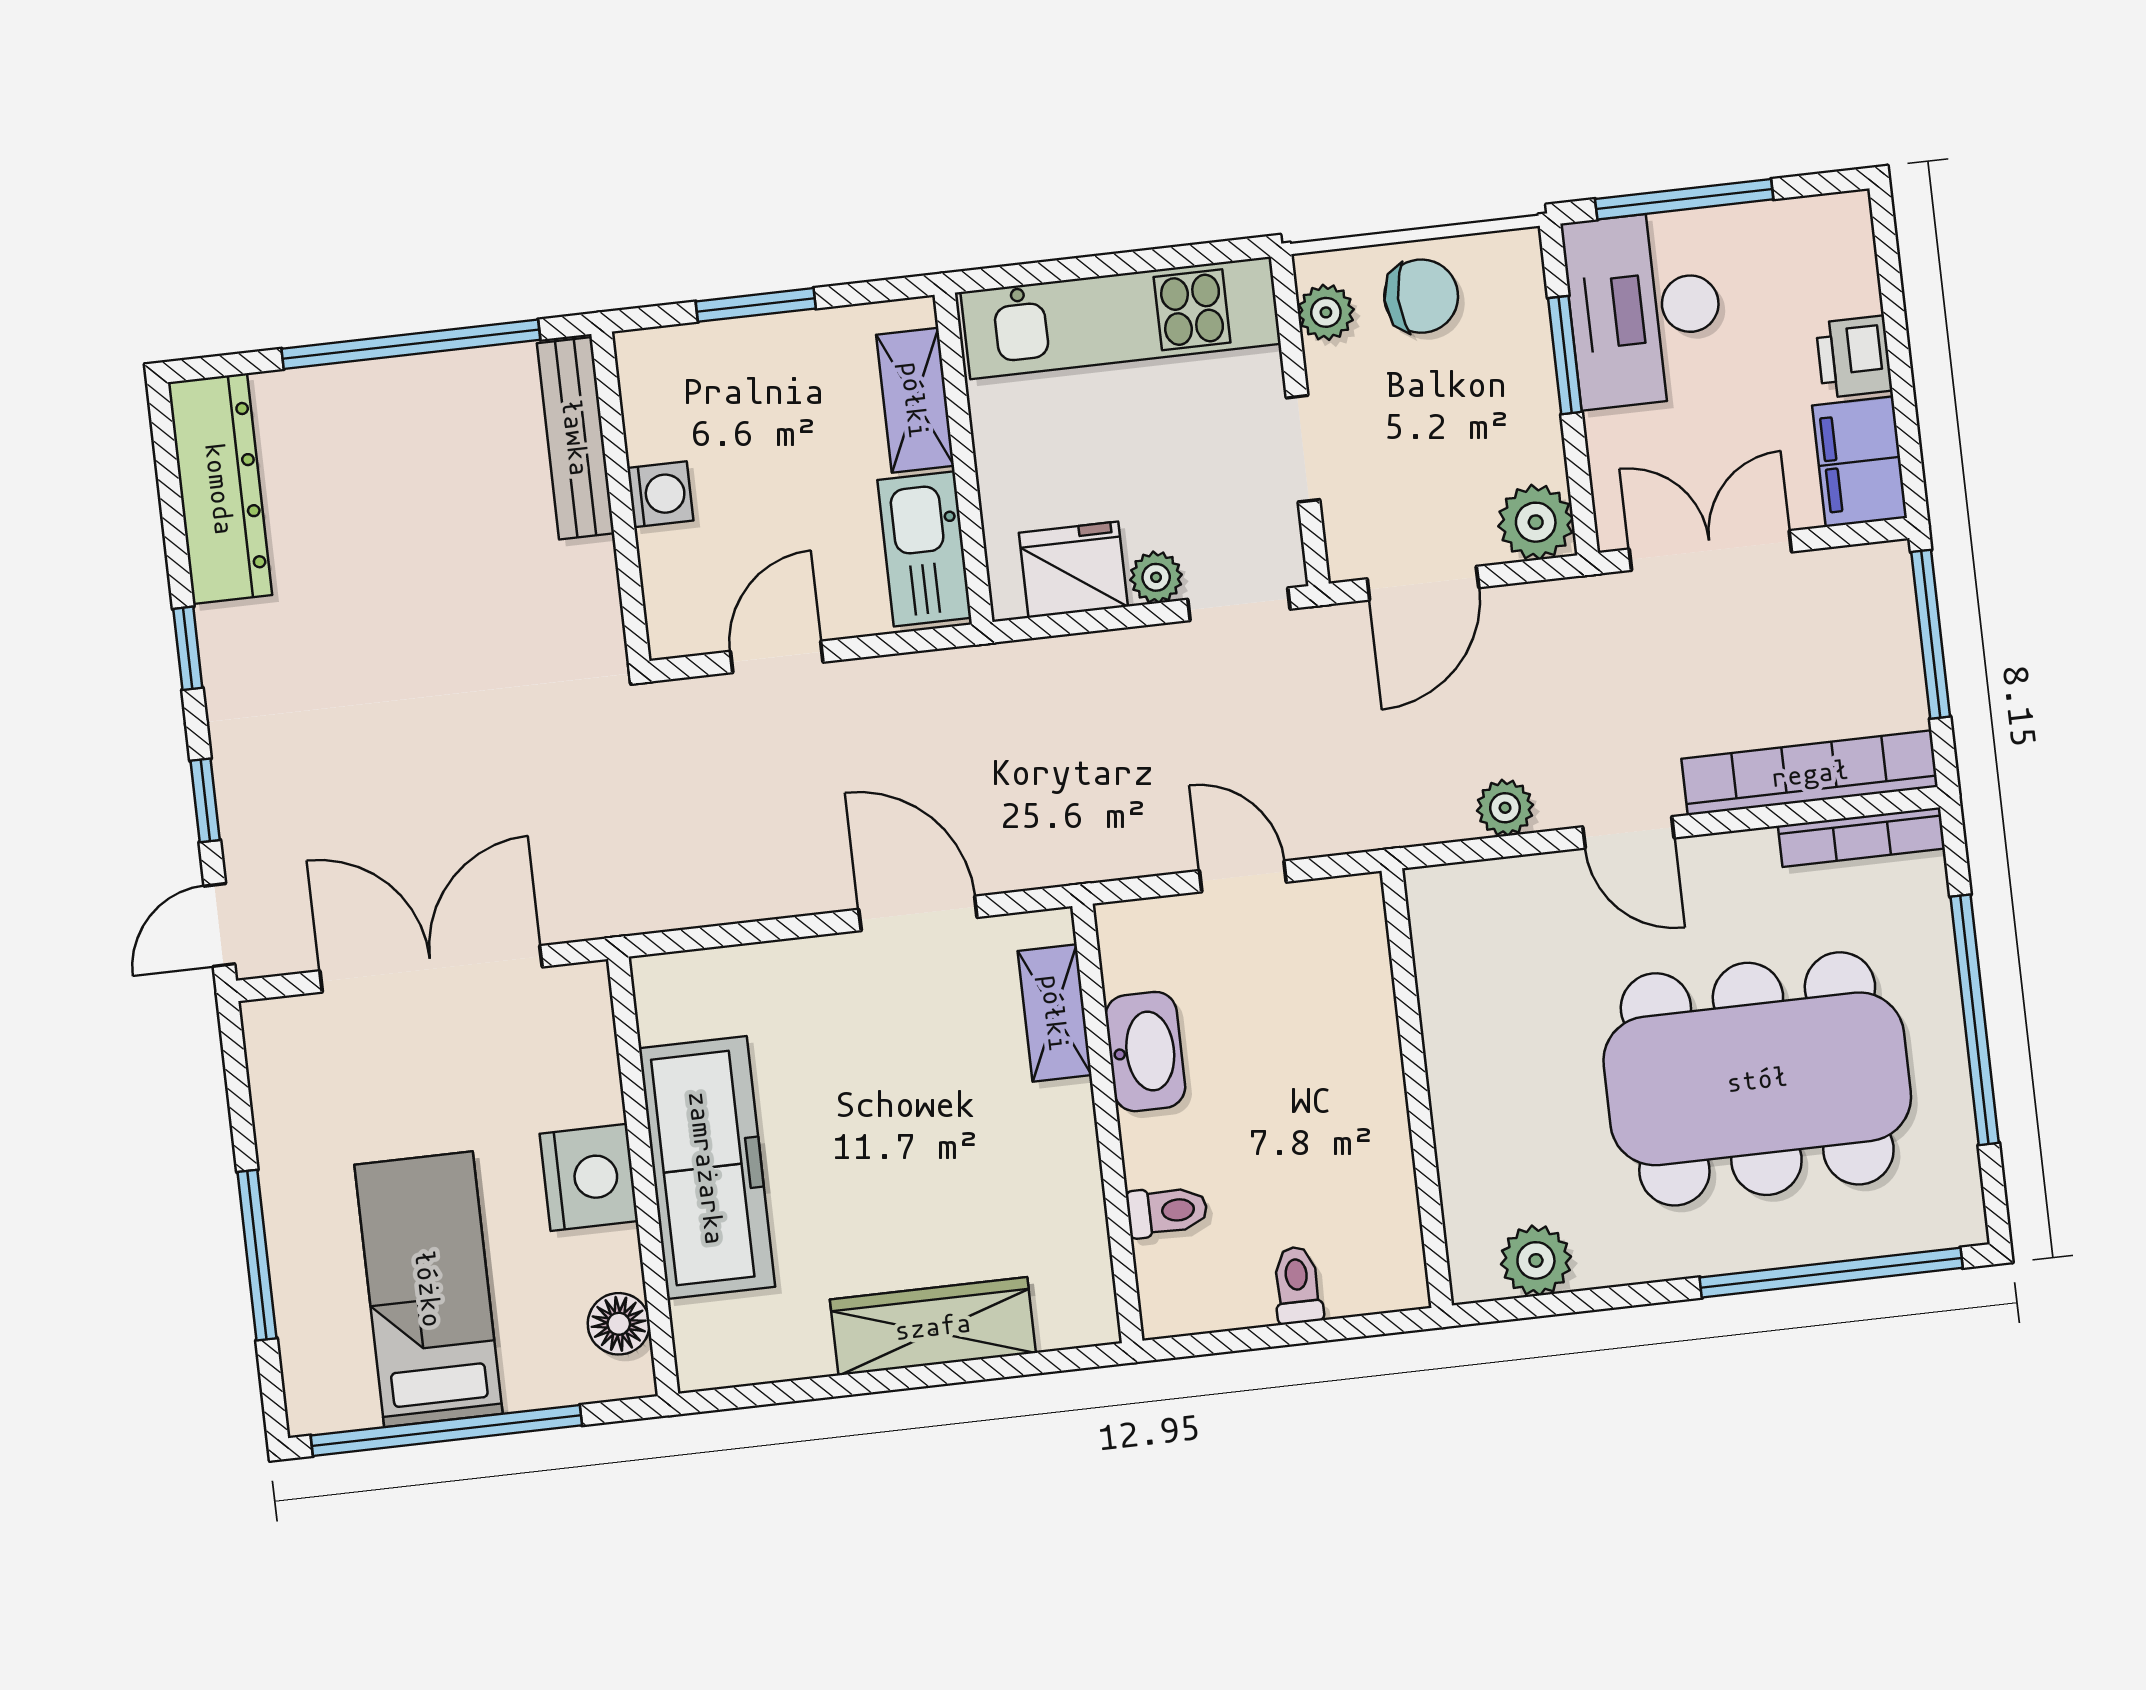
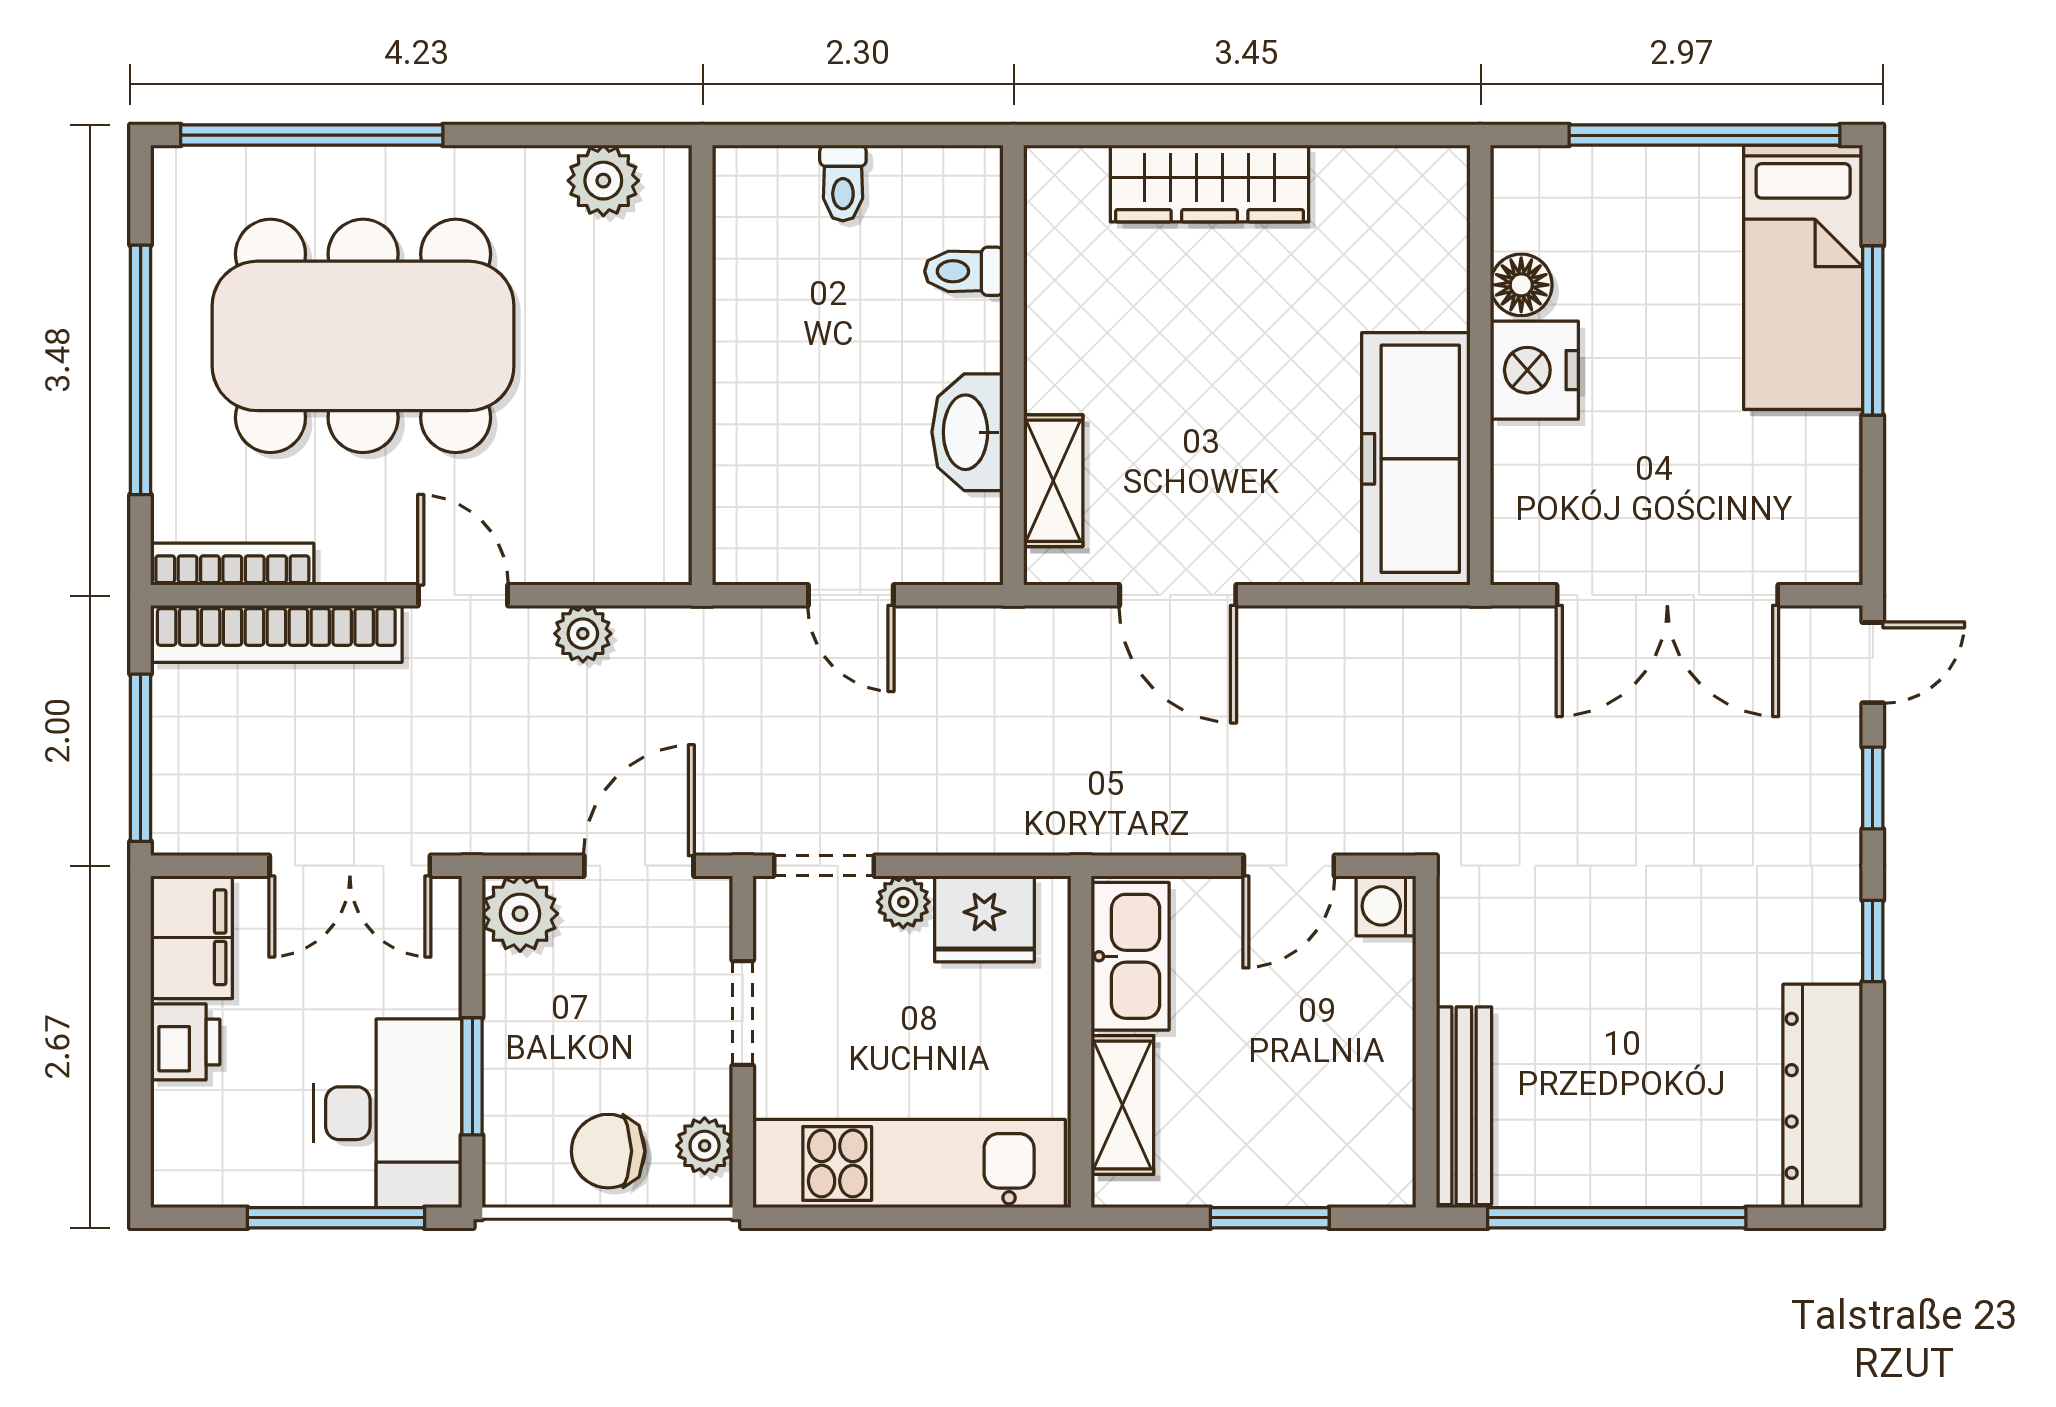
washing machine: (660, 494) -> (1386, 906), moved
freezer: (707, 1168) -> (1416, 459), moved
bed: (429, 1289) -> (1803, 277), moved
floor lamp: (619, 1324) -> (1521, 285), moved

